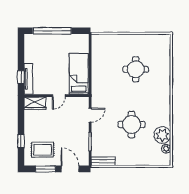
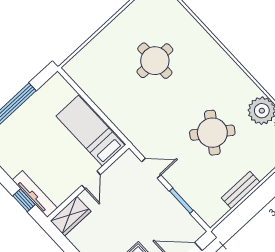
door: (90, 115) -> (151, 168), hinge flipped
round table: (132, 124) -> (212, 133), turned 36
bench: (103, 161) -> (241, 190), moved

